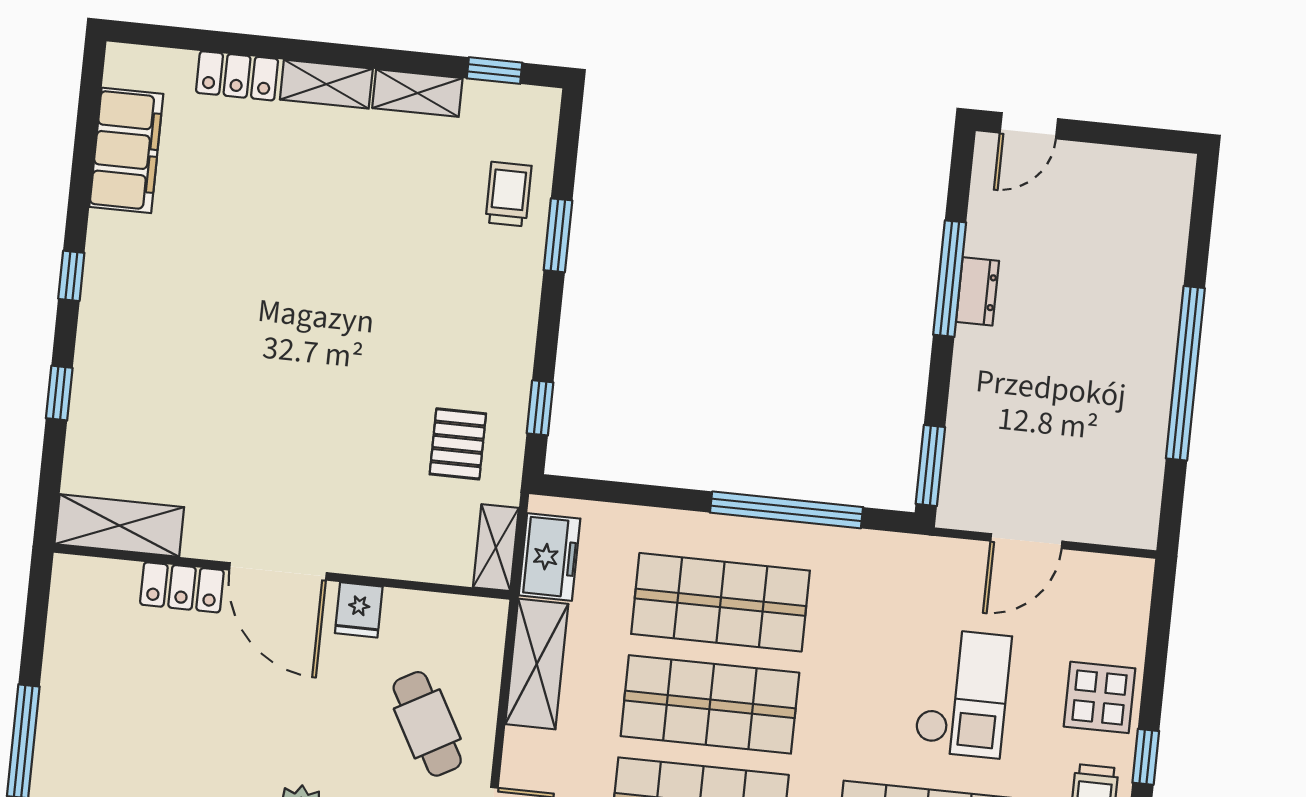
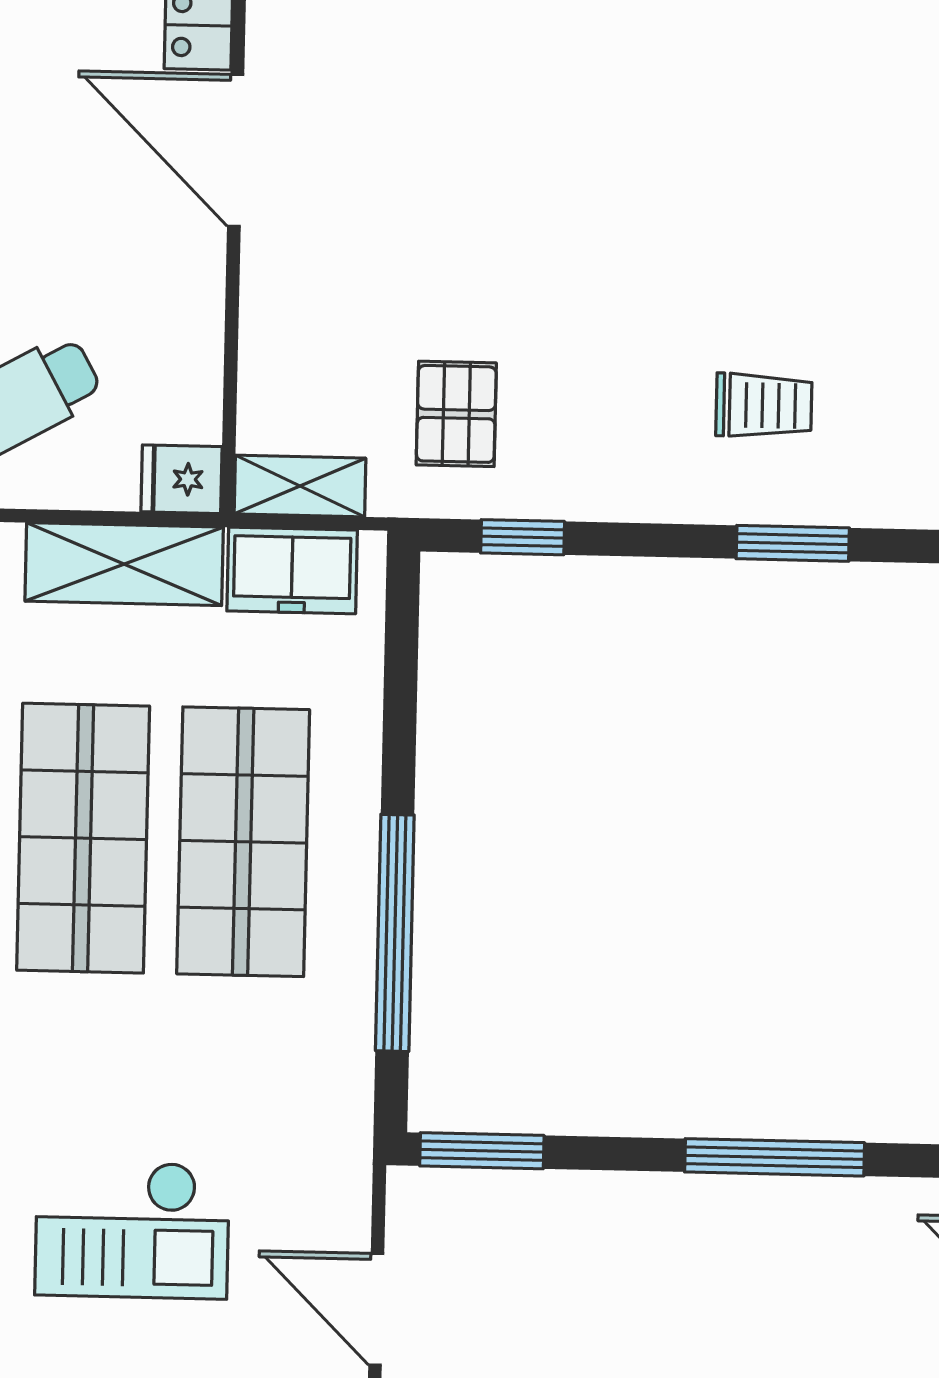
trolley: (508, 194) -> (764, 405), moved
dresser: (978, 291) -> (758, 1202), removed
pallet: (458, 444) -> (456, 414), turned 90
door: (278, 571) -> (236, 150), hinge flipped
fridge: (359, 610) -> (182, 479), moved

